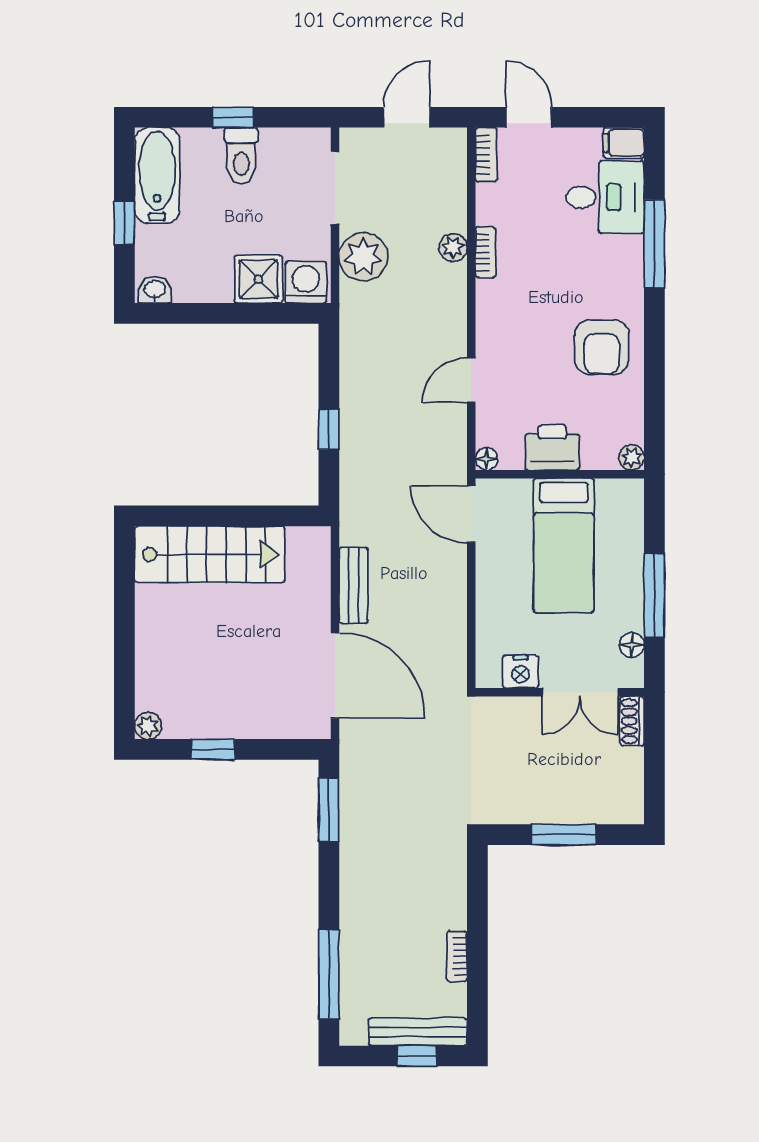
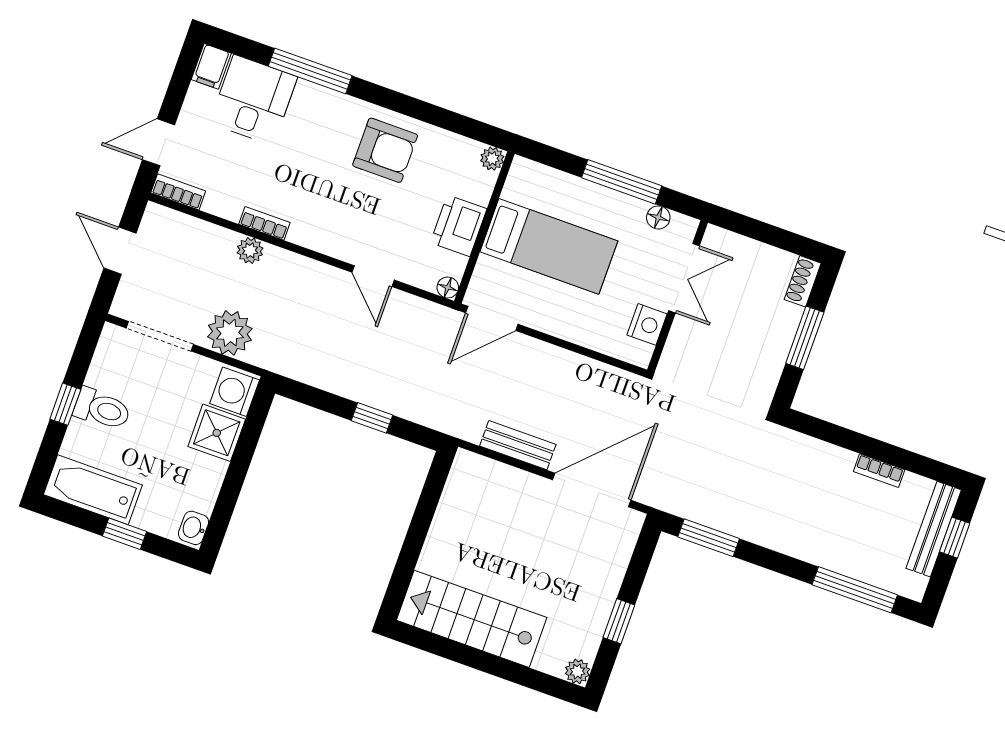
stairs: (210, 554) -> (472, 619), moved, turned -90
shoe rack: (632, 721) -> (803, 281), moved, turned 90

